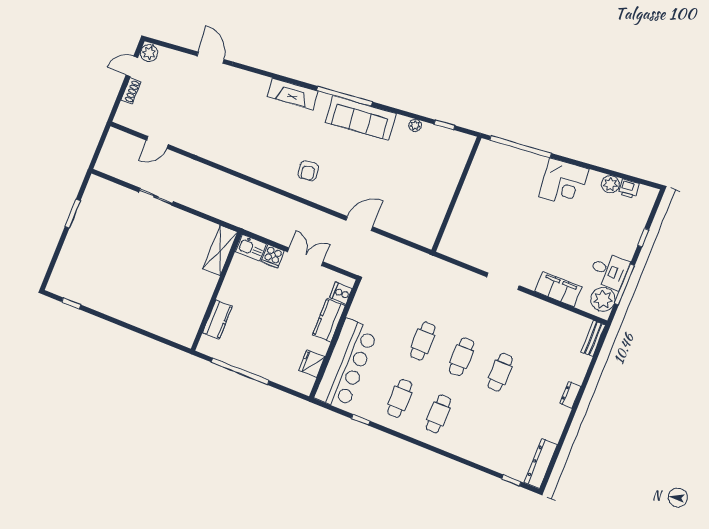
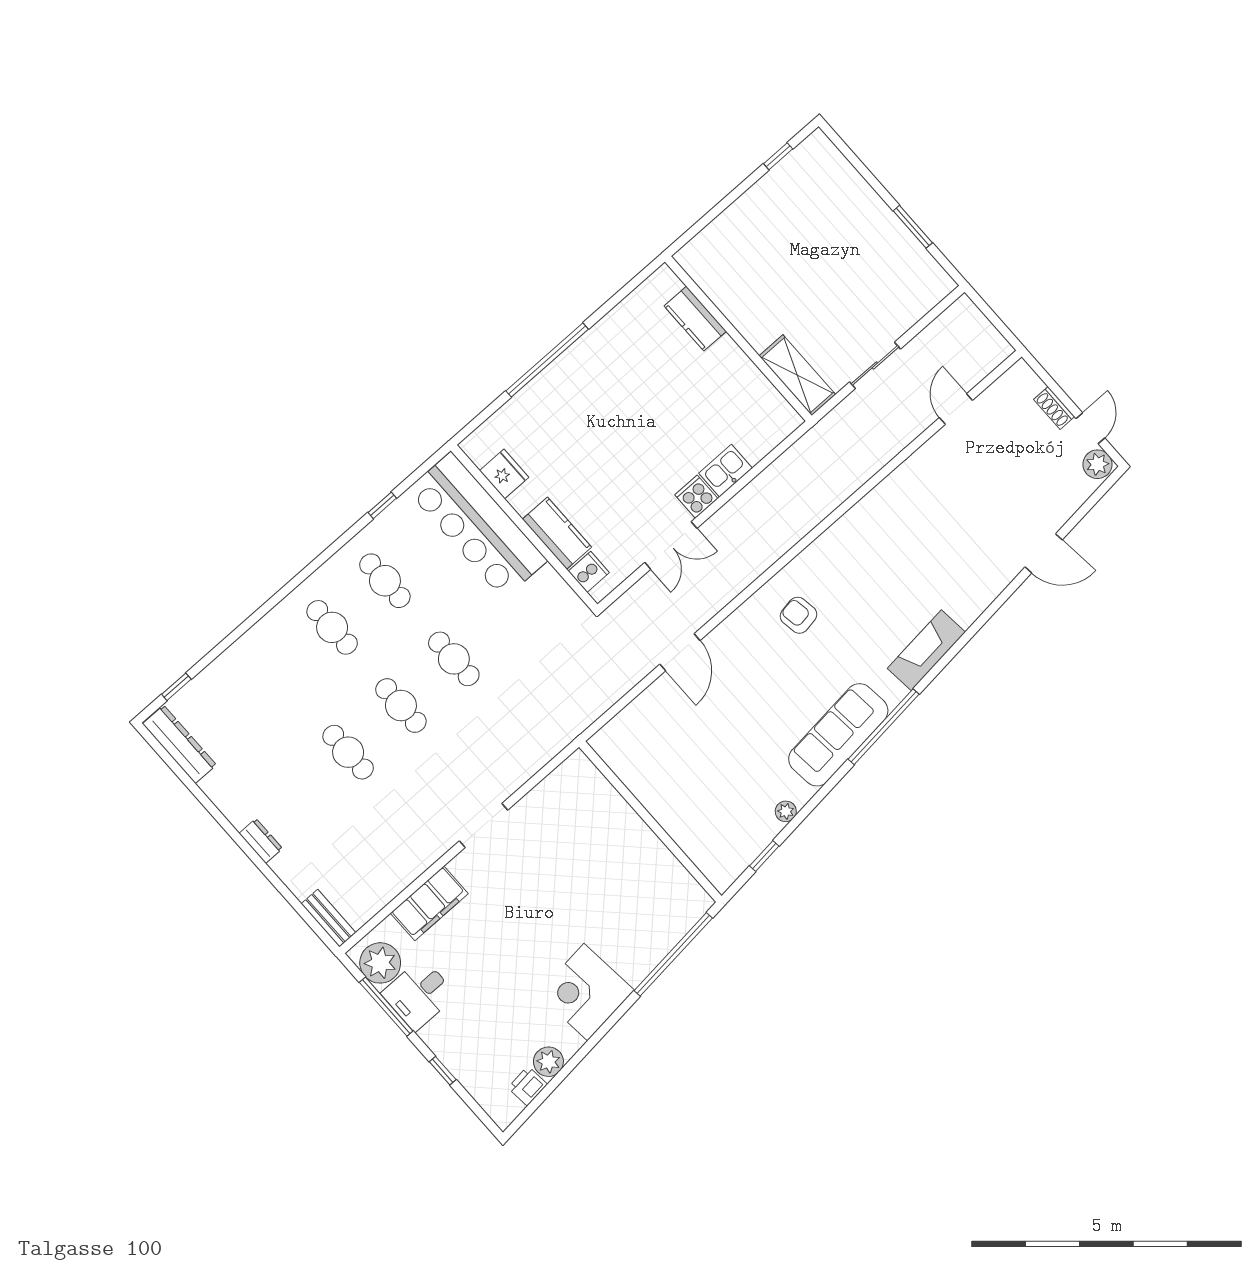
shelving: (220, 251) -> (797, 375), moved
wall: (216, 291) -> (738, 339), moved
kitchen counter: (217, 319) -> (695, 319), moved

